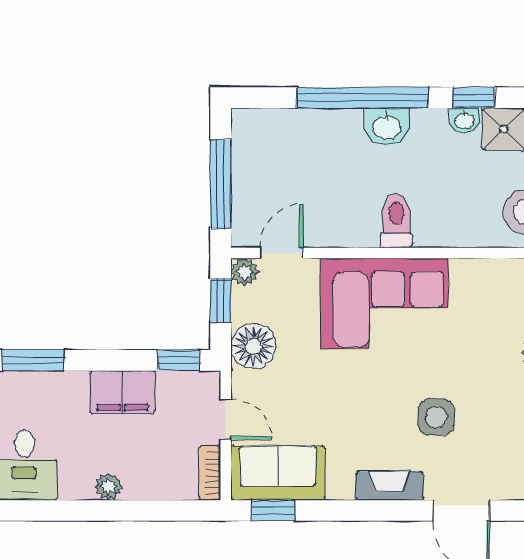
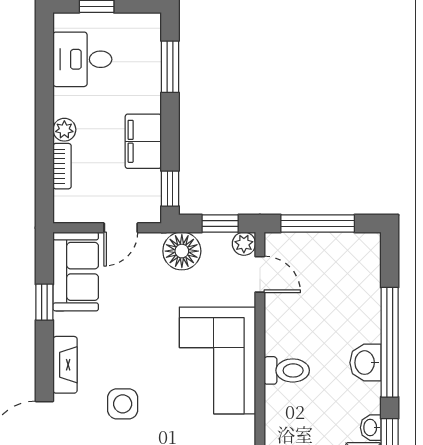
bookcase: (210, 473) -> (62, 166), moved, turned 90
window: (273, 510) -> (44, 302), moved

